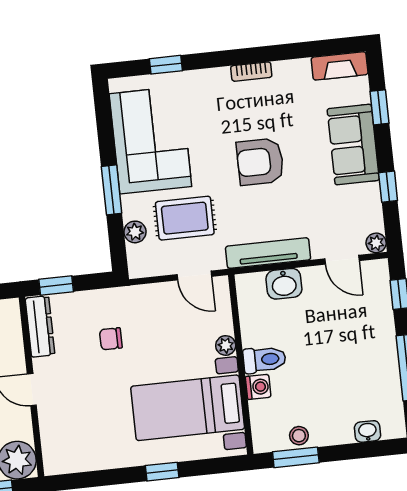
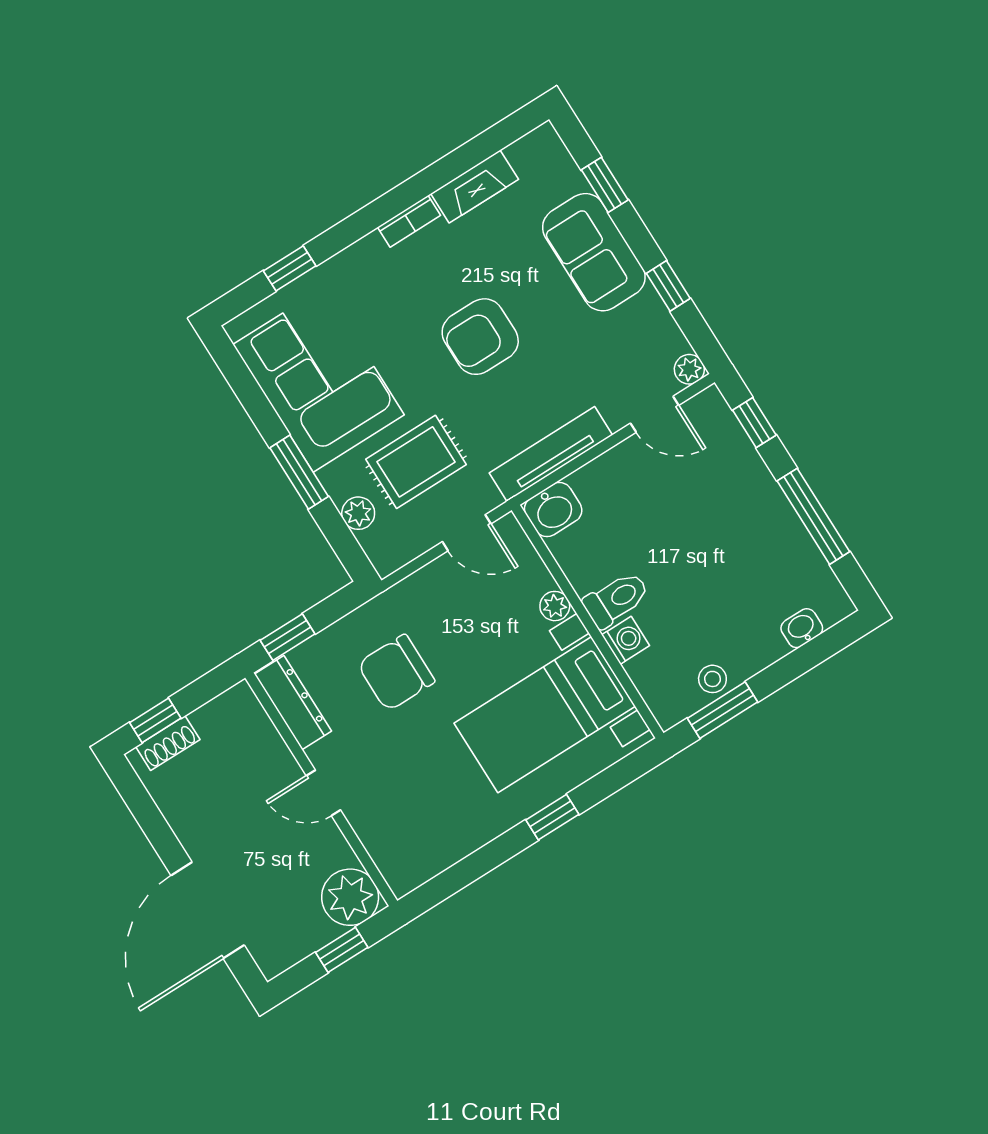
fireplace: (340, 66) -> (475, 187), moved
washbasin: (284, 284) -> (553, 510), moved
chair: (111, 339) -> (396, 673), width x1.87, depth x1.87

